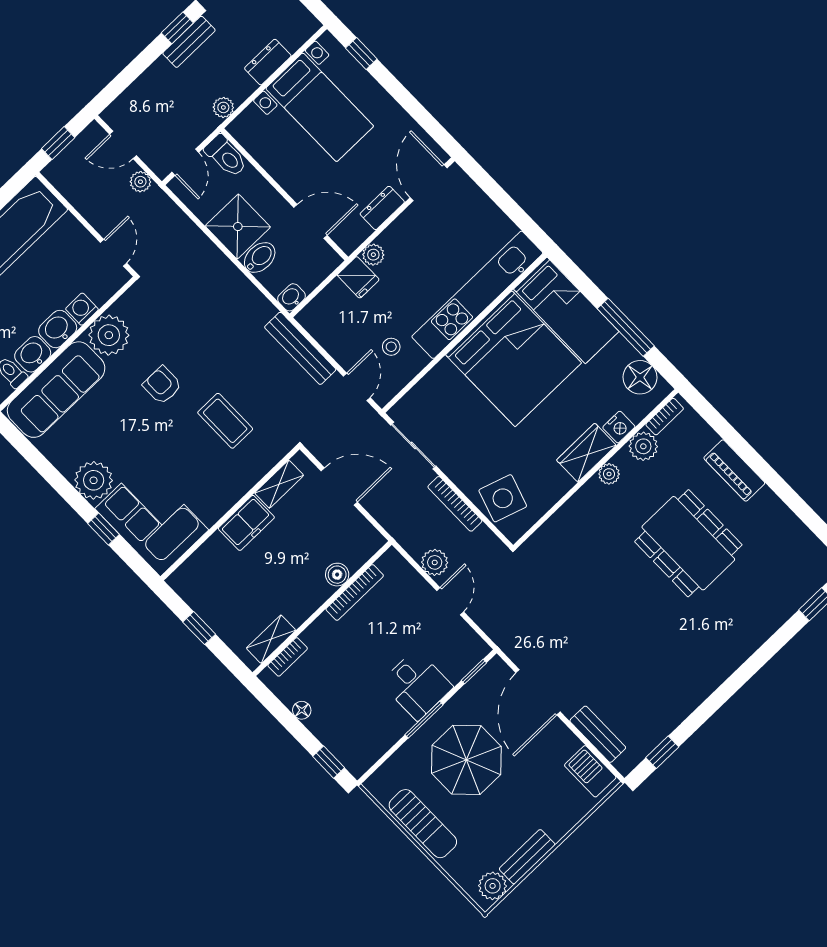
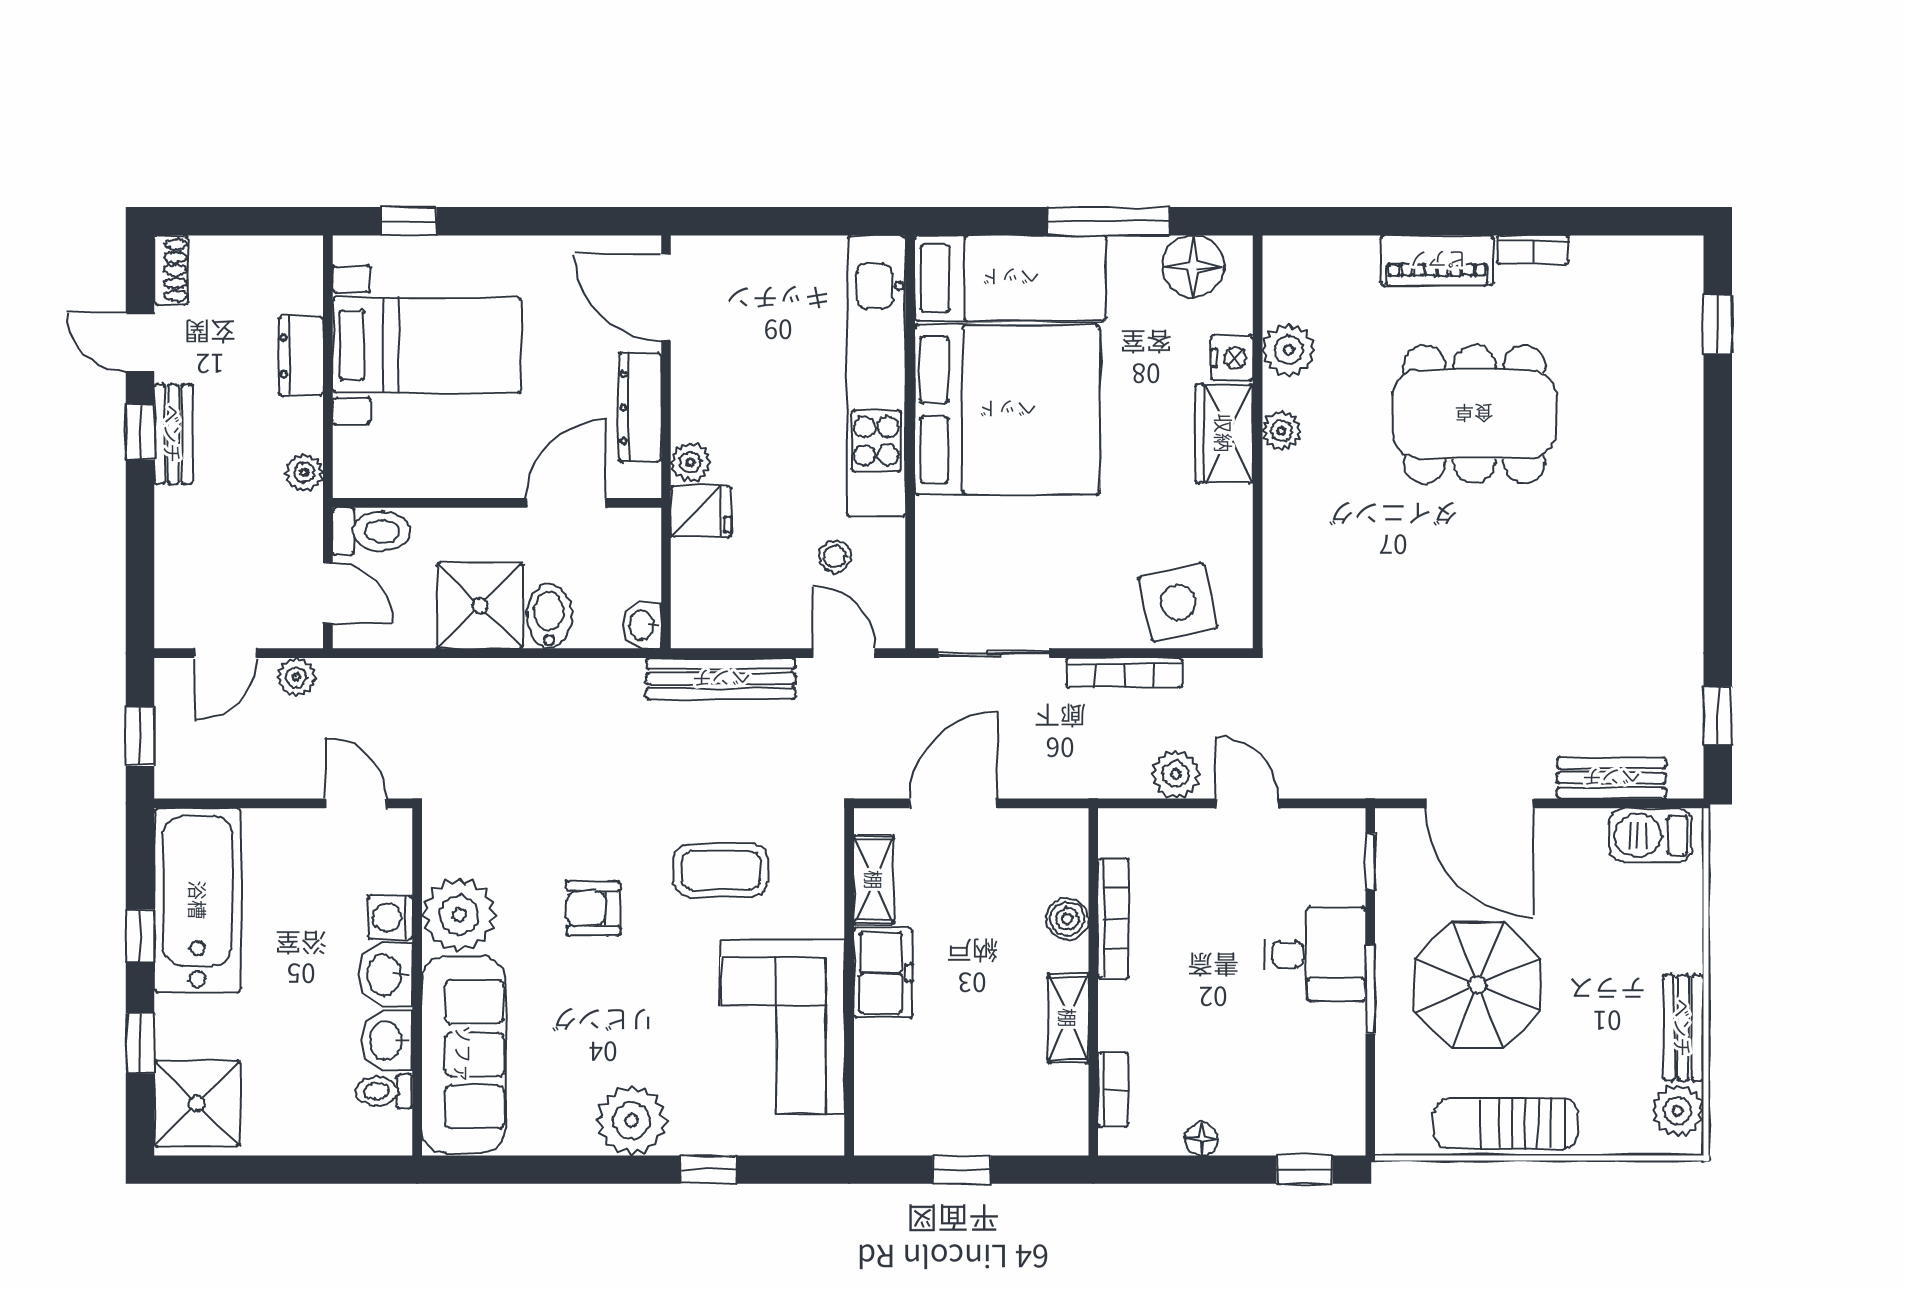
dresser: (382, 208) -> (640, 407), width x1.44
bookcase: (665, 417) -> (1533, 250), moved, turned 90
side table: (503, 498) -> (1178, 602), turned -30
corner sofa: (152, 519) -> (782, 1027), moved, turned -90
shelving: (271, 639) -> (1068, 1018), moved
sun lounger: (423, 824) -> (1506, 1124), turned 180

